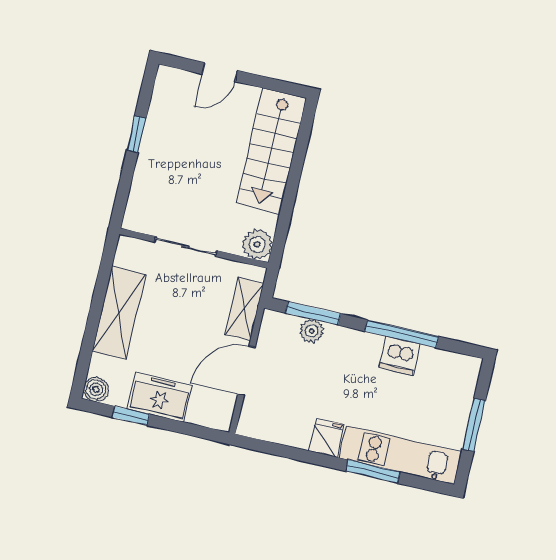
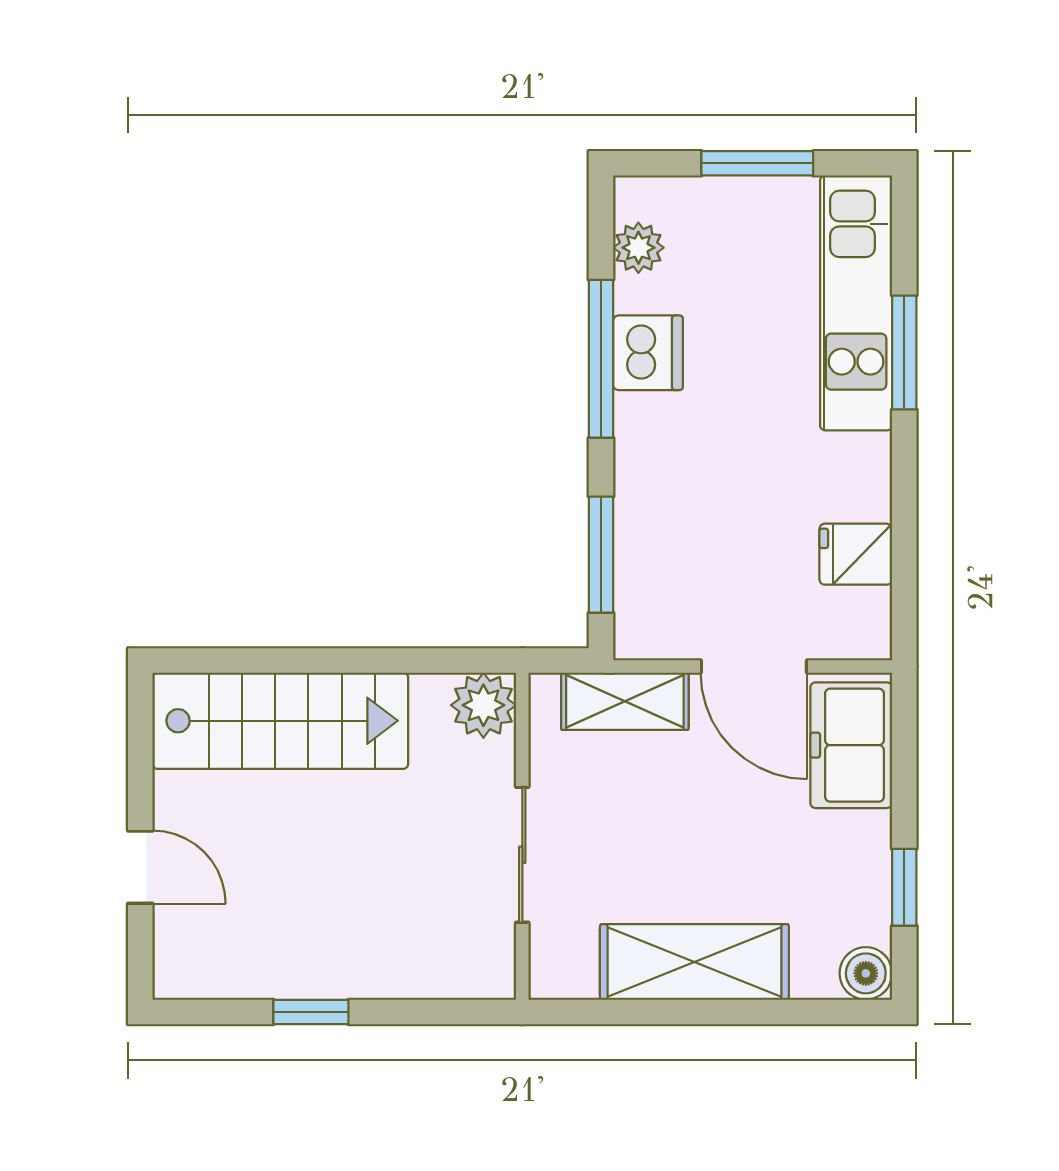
plant: (312, 331) -> (638, 248), moved
freezer: (160, 397) -> (851, 745), moved
fridge: (327, 438) -> (856, 554), moved

